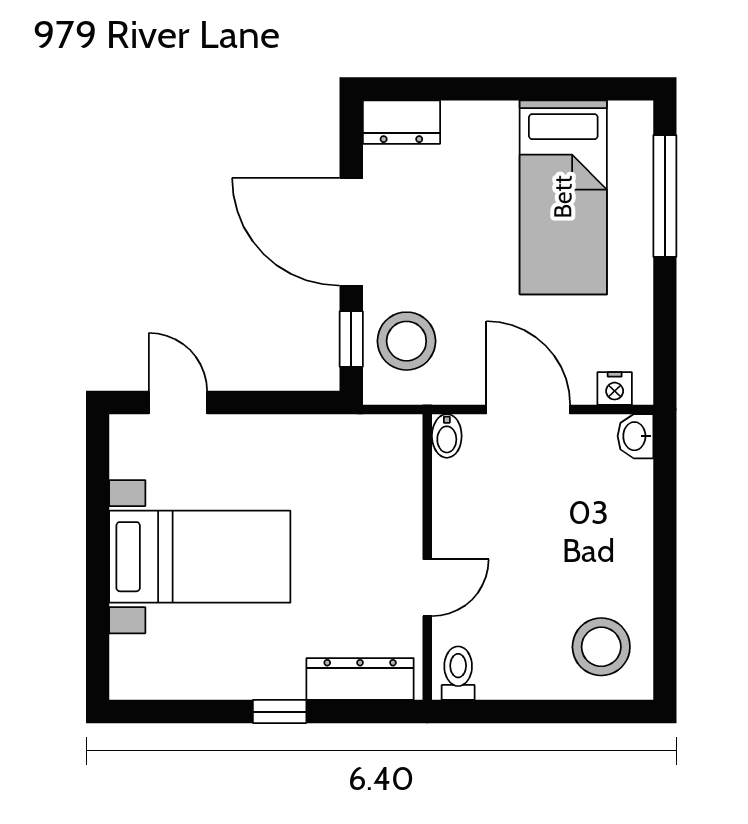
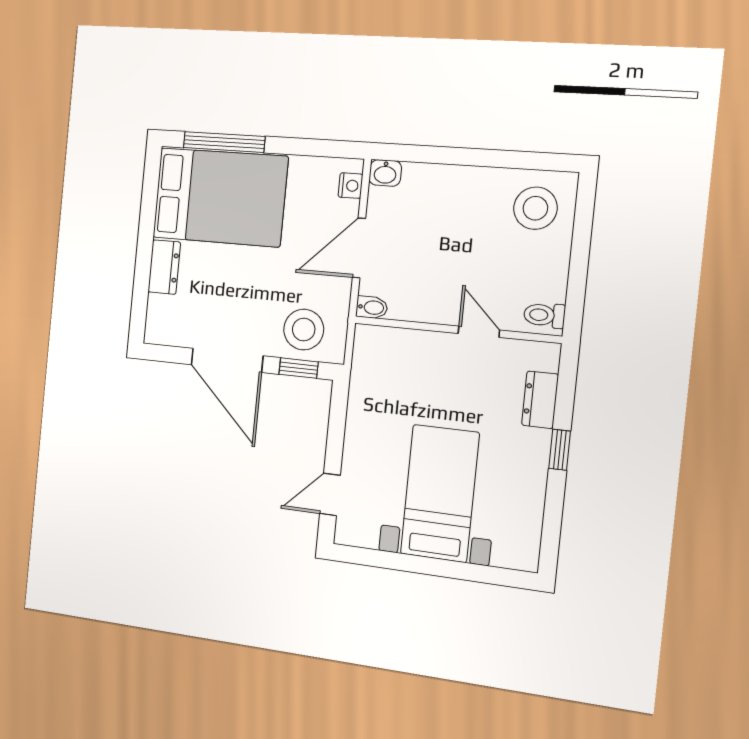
dresser: (401, 122) -> (164, 267), moved
bed: (563, 197) -> (220, 197), width x1.50
door: (351, 232) -> (227, 360), hinge flipped
dresser: (360, 679) -> (540, 400), width x0.70

